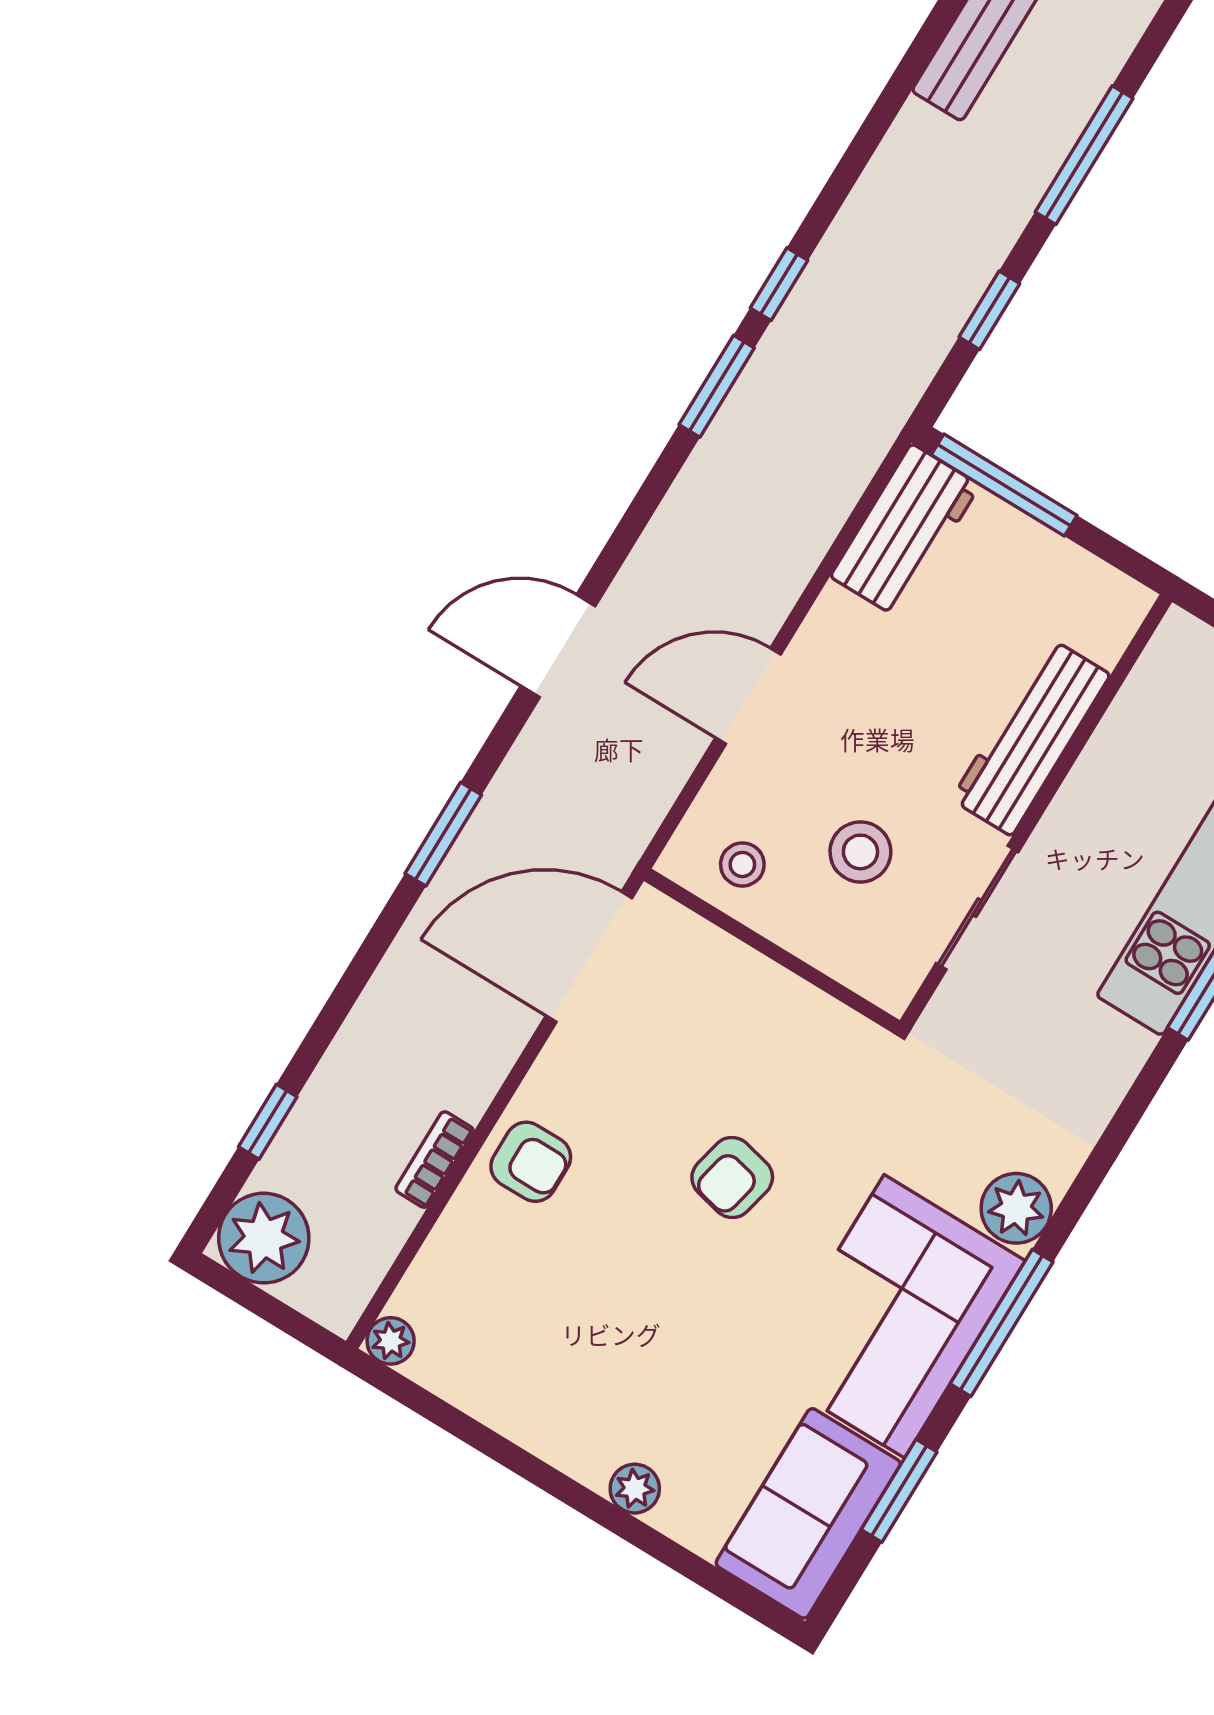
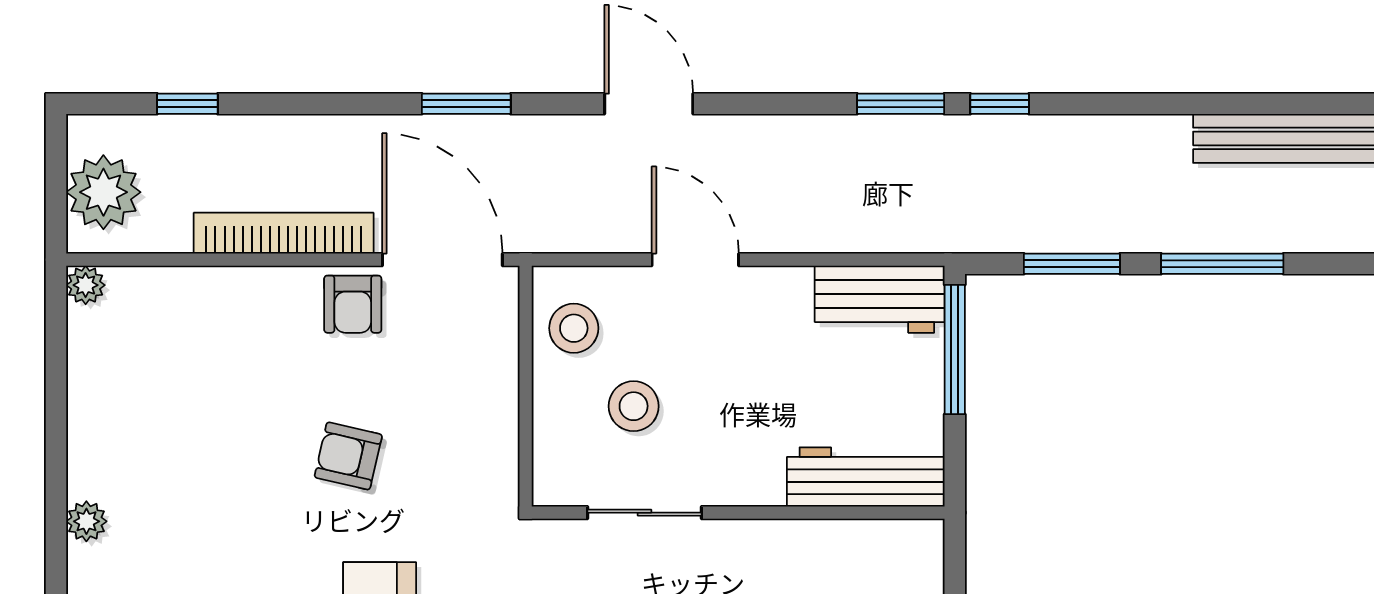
window: (989, 310) -> (1072, 264), width x1.50
workbench: (1031, 737) -> (866, 477), moved
stool: (742, 864) -> (574, 328), width x1.37, depth x1.37
bookcase: (435, 1160) -> (284, 233), width x2.31, depth x1.31
armchair: (531, 1162) -> (353, 304), moved
plant: (264, 1238) -> (103, 192), moved

